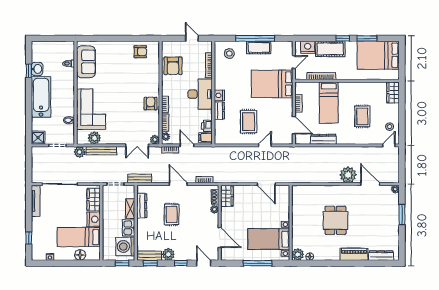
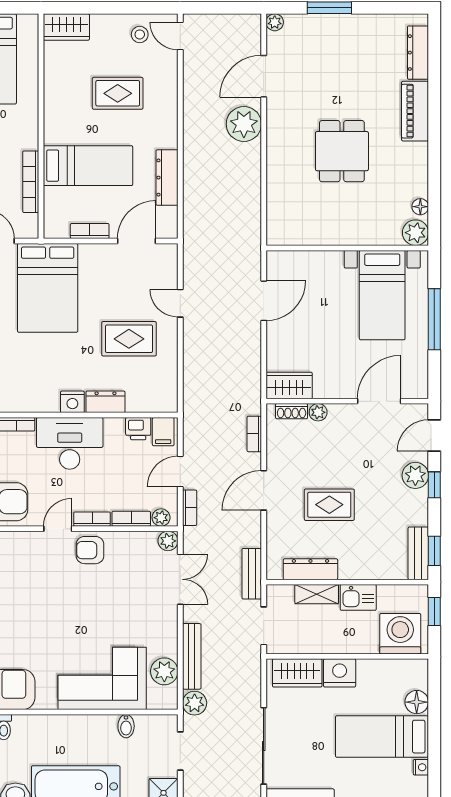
door: (160, 89) -> (58, 529), added
dining table: (336, 220) -> (342, 151), turned 90
bed: (79, 237) -> (382, 737), moved, turned 90
washing machine: (125, 246) -> (400, 634), moved, turned 180
plant: (168, 254) -> (415, 475), moved

